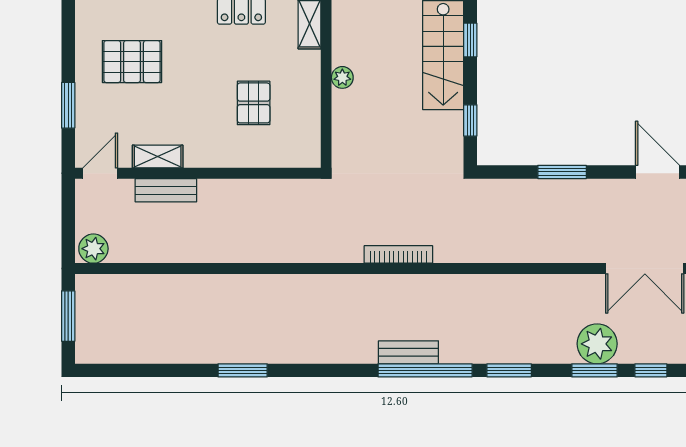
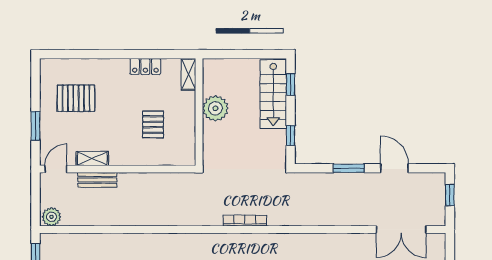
plant: (342, 77) -> (215, 108), width x1.87, depth x1.87
door: (658, 172) -> (394, 168), moved

